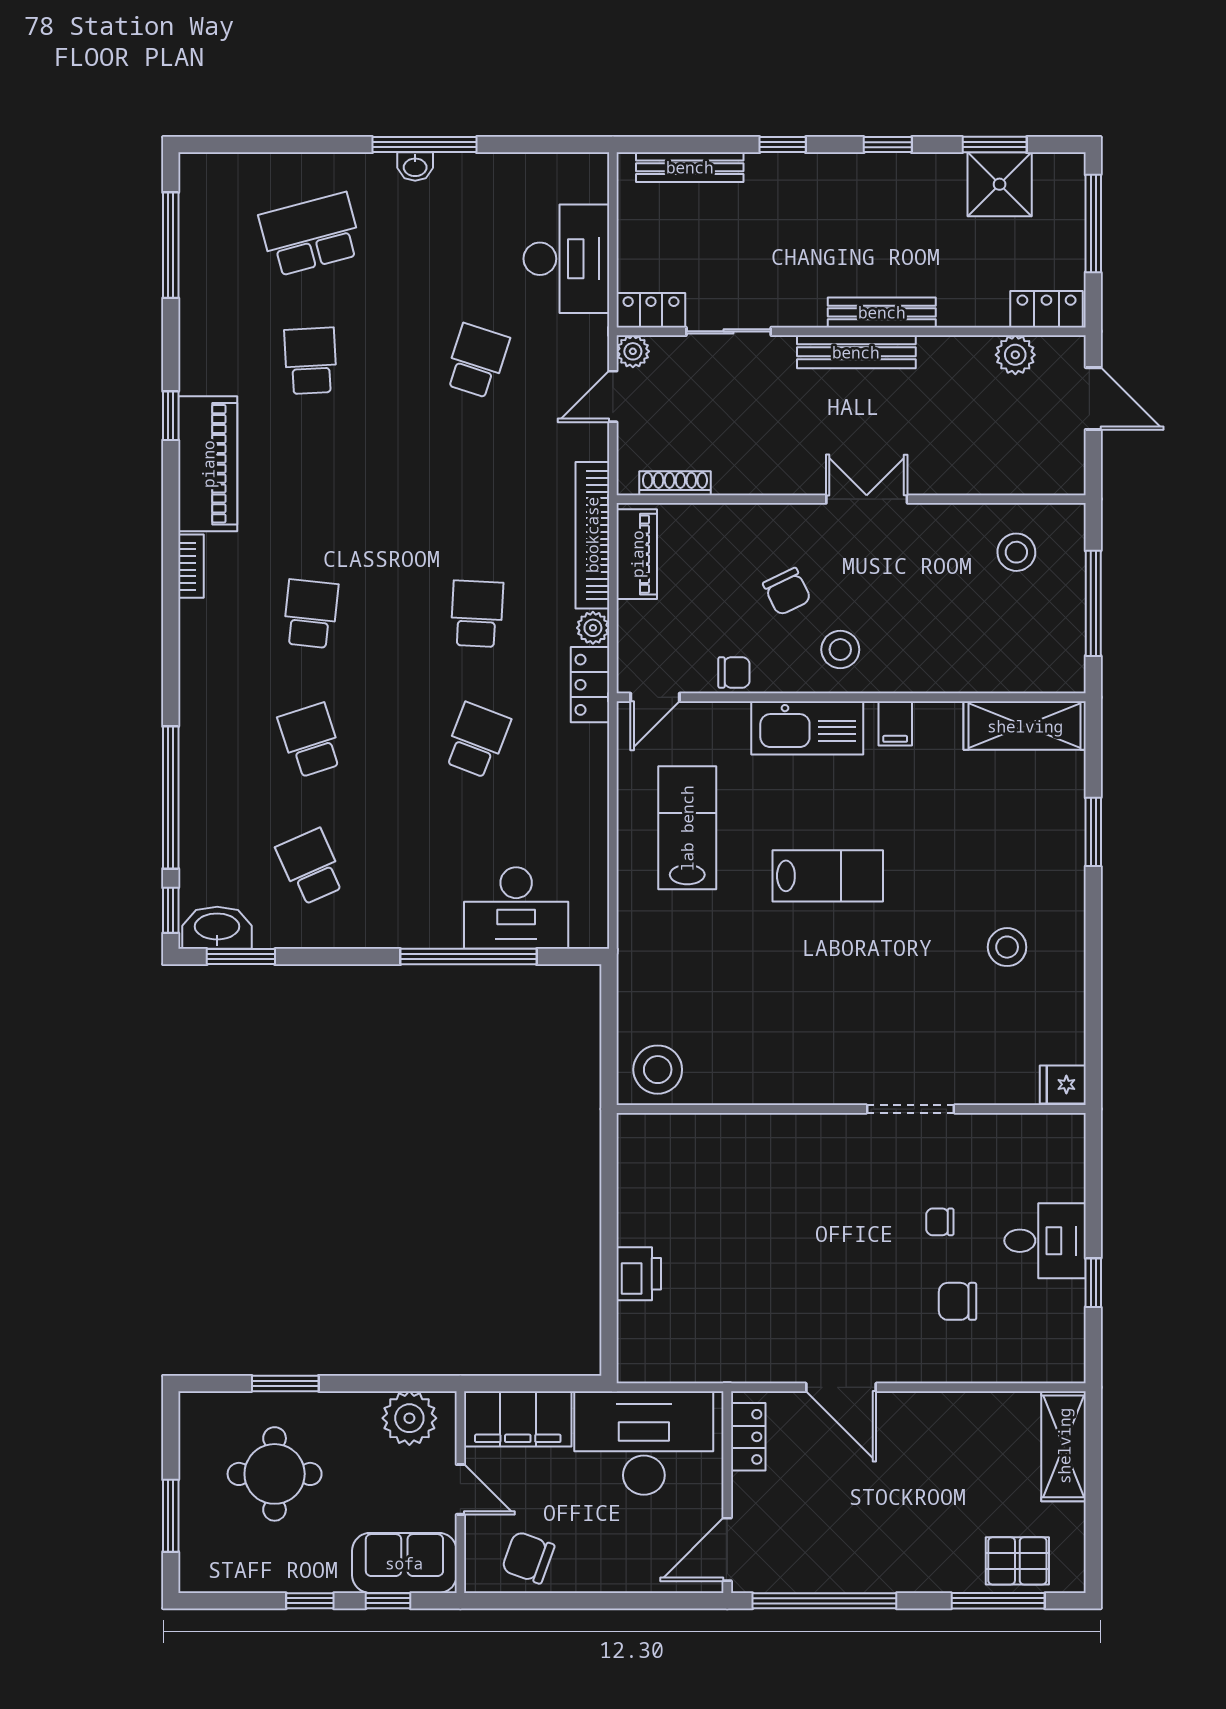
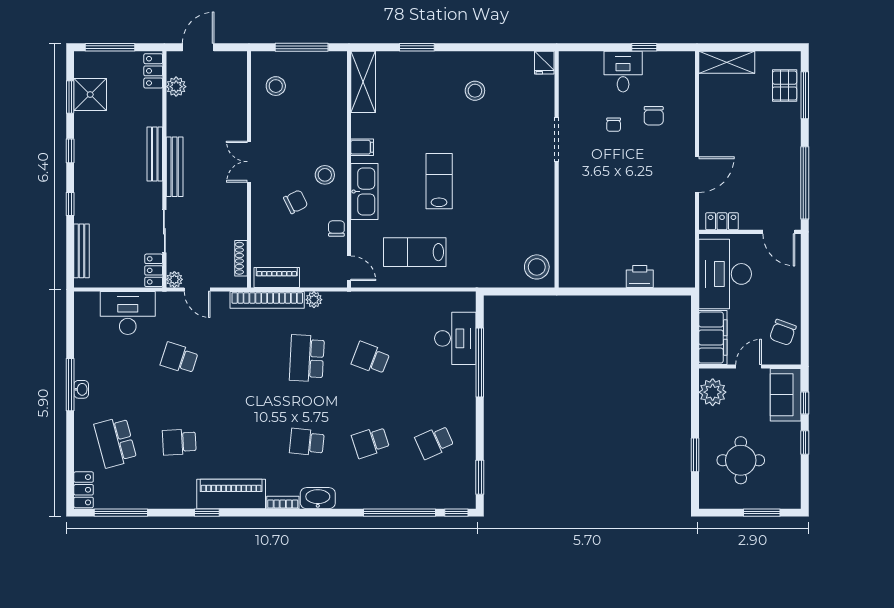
school desk: (477, 614) -> (307, 358), width x1.85
locker: (590, 685) -> (84, 490), moved, turned -90
washbasin: (217, 928) -> (318, 498), moved, turned 90

